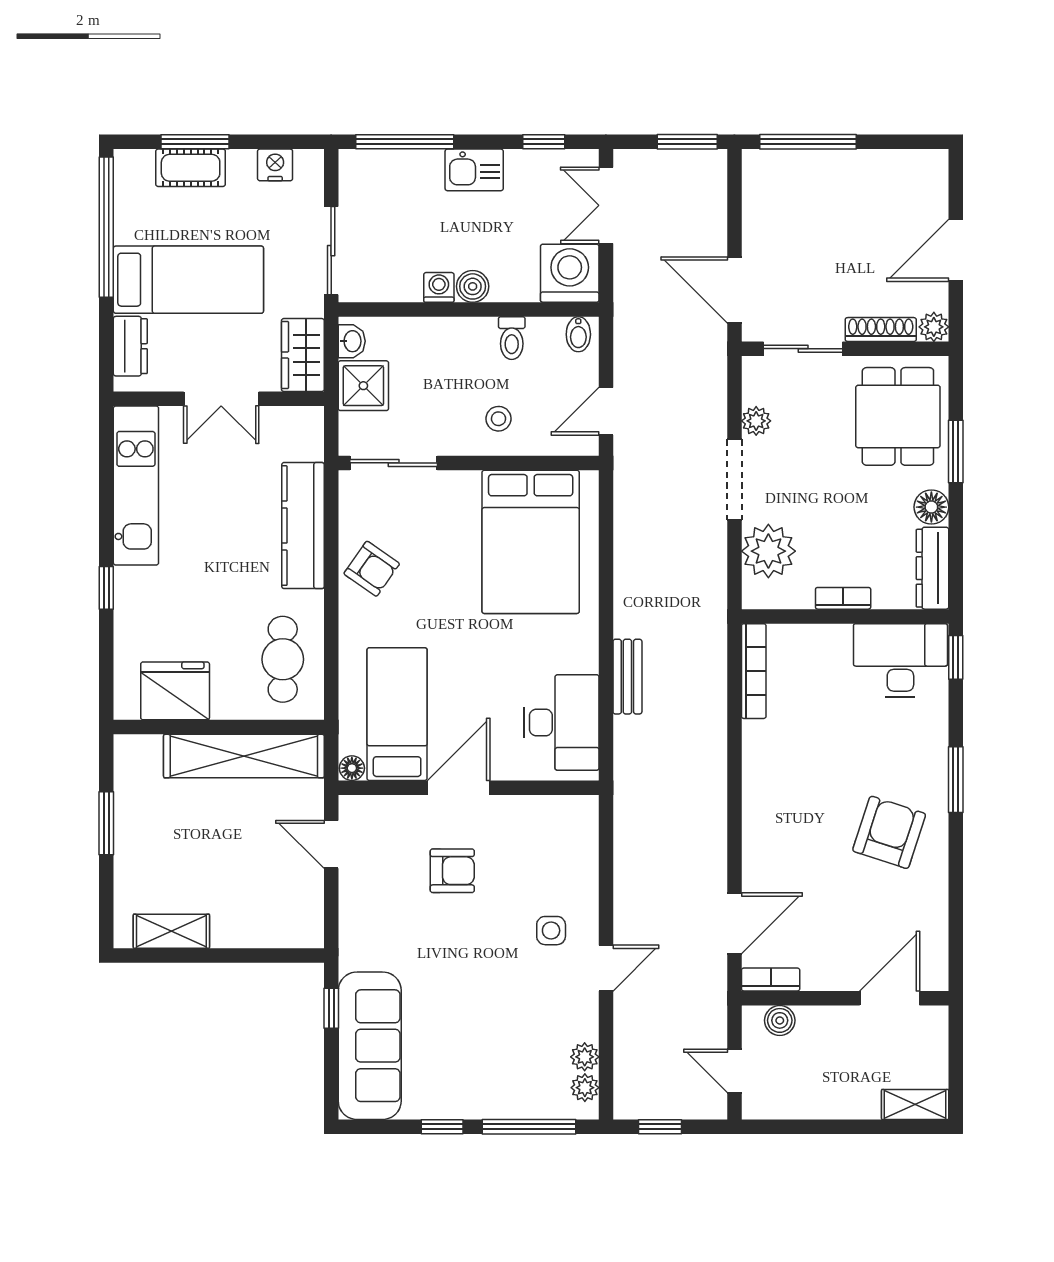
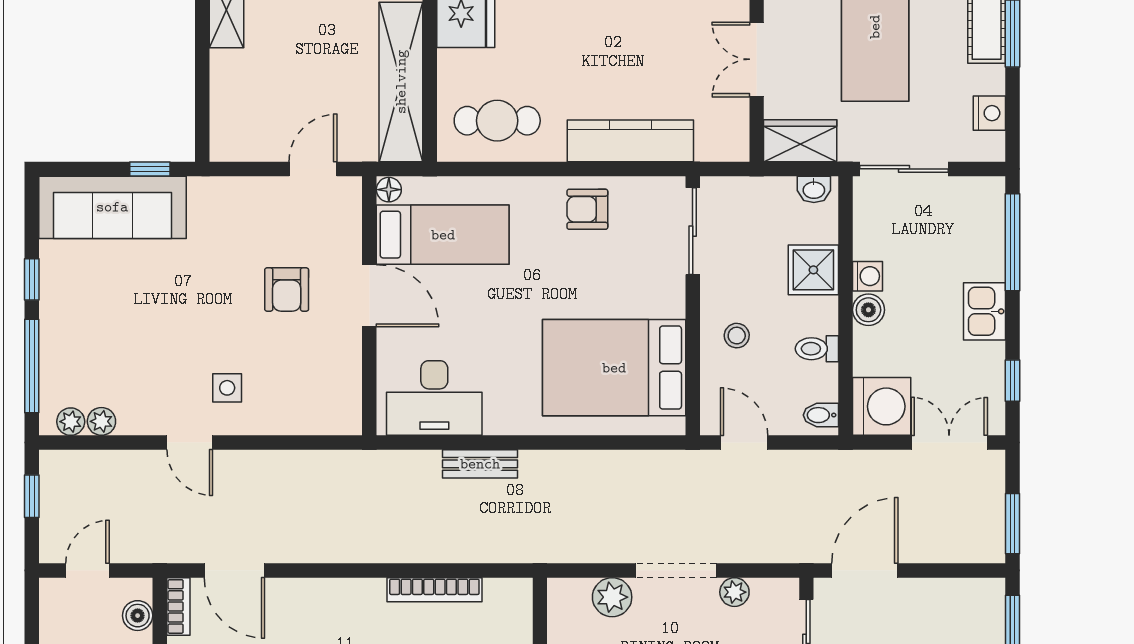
shower: (363, 386) -> (813, 270), moved
plant: (768, 551) -> (612, 597), width x0.73, depth x0.73
armchair: (372, 569) -> (587, 209), turned 55
bookcase: (754, 671) -> (434, 590), moved

